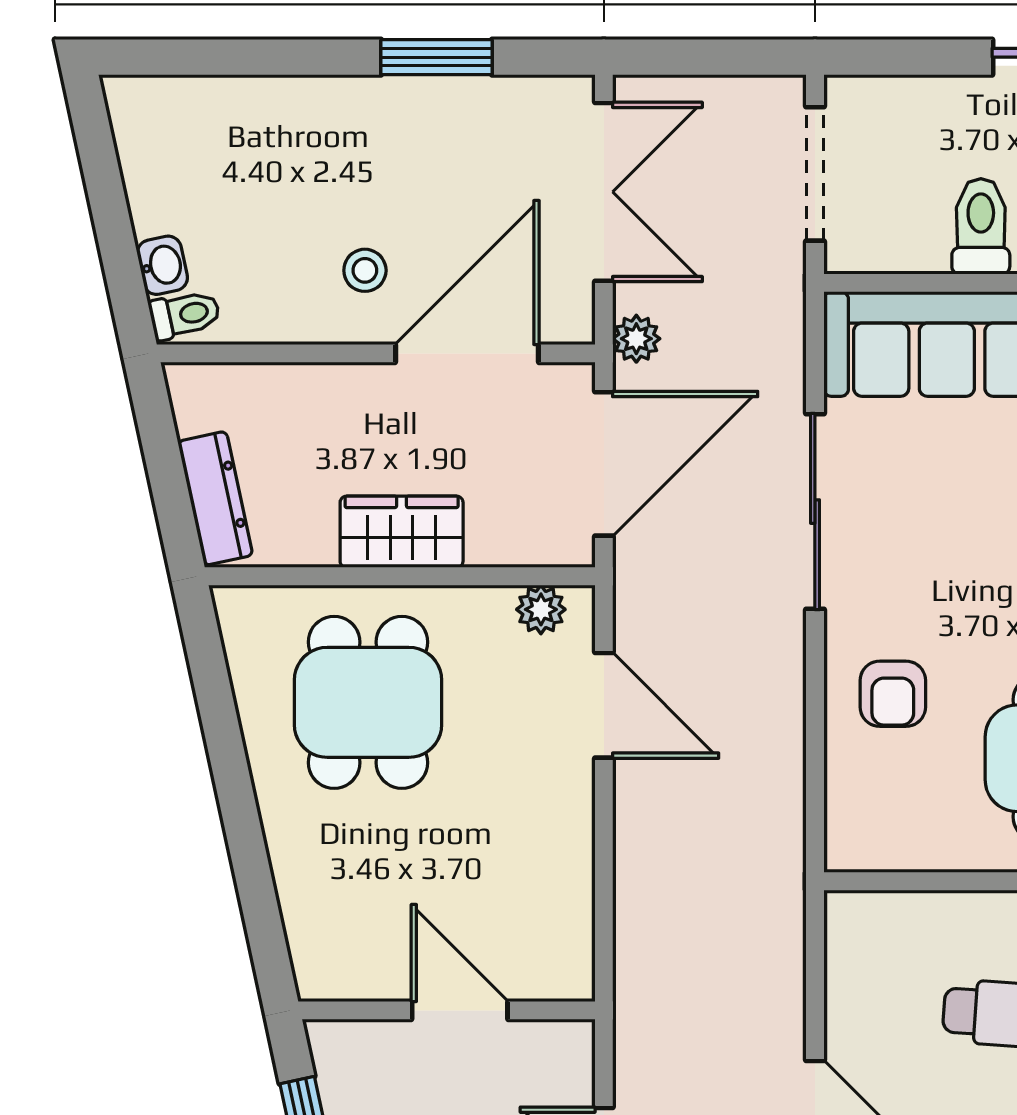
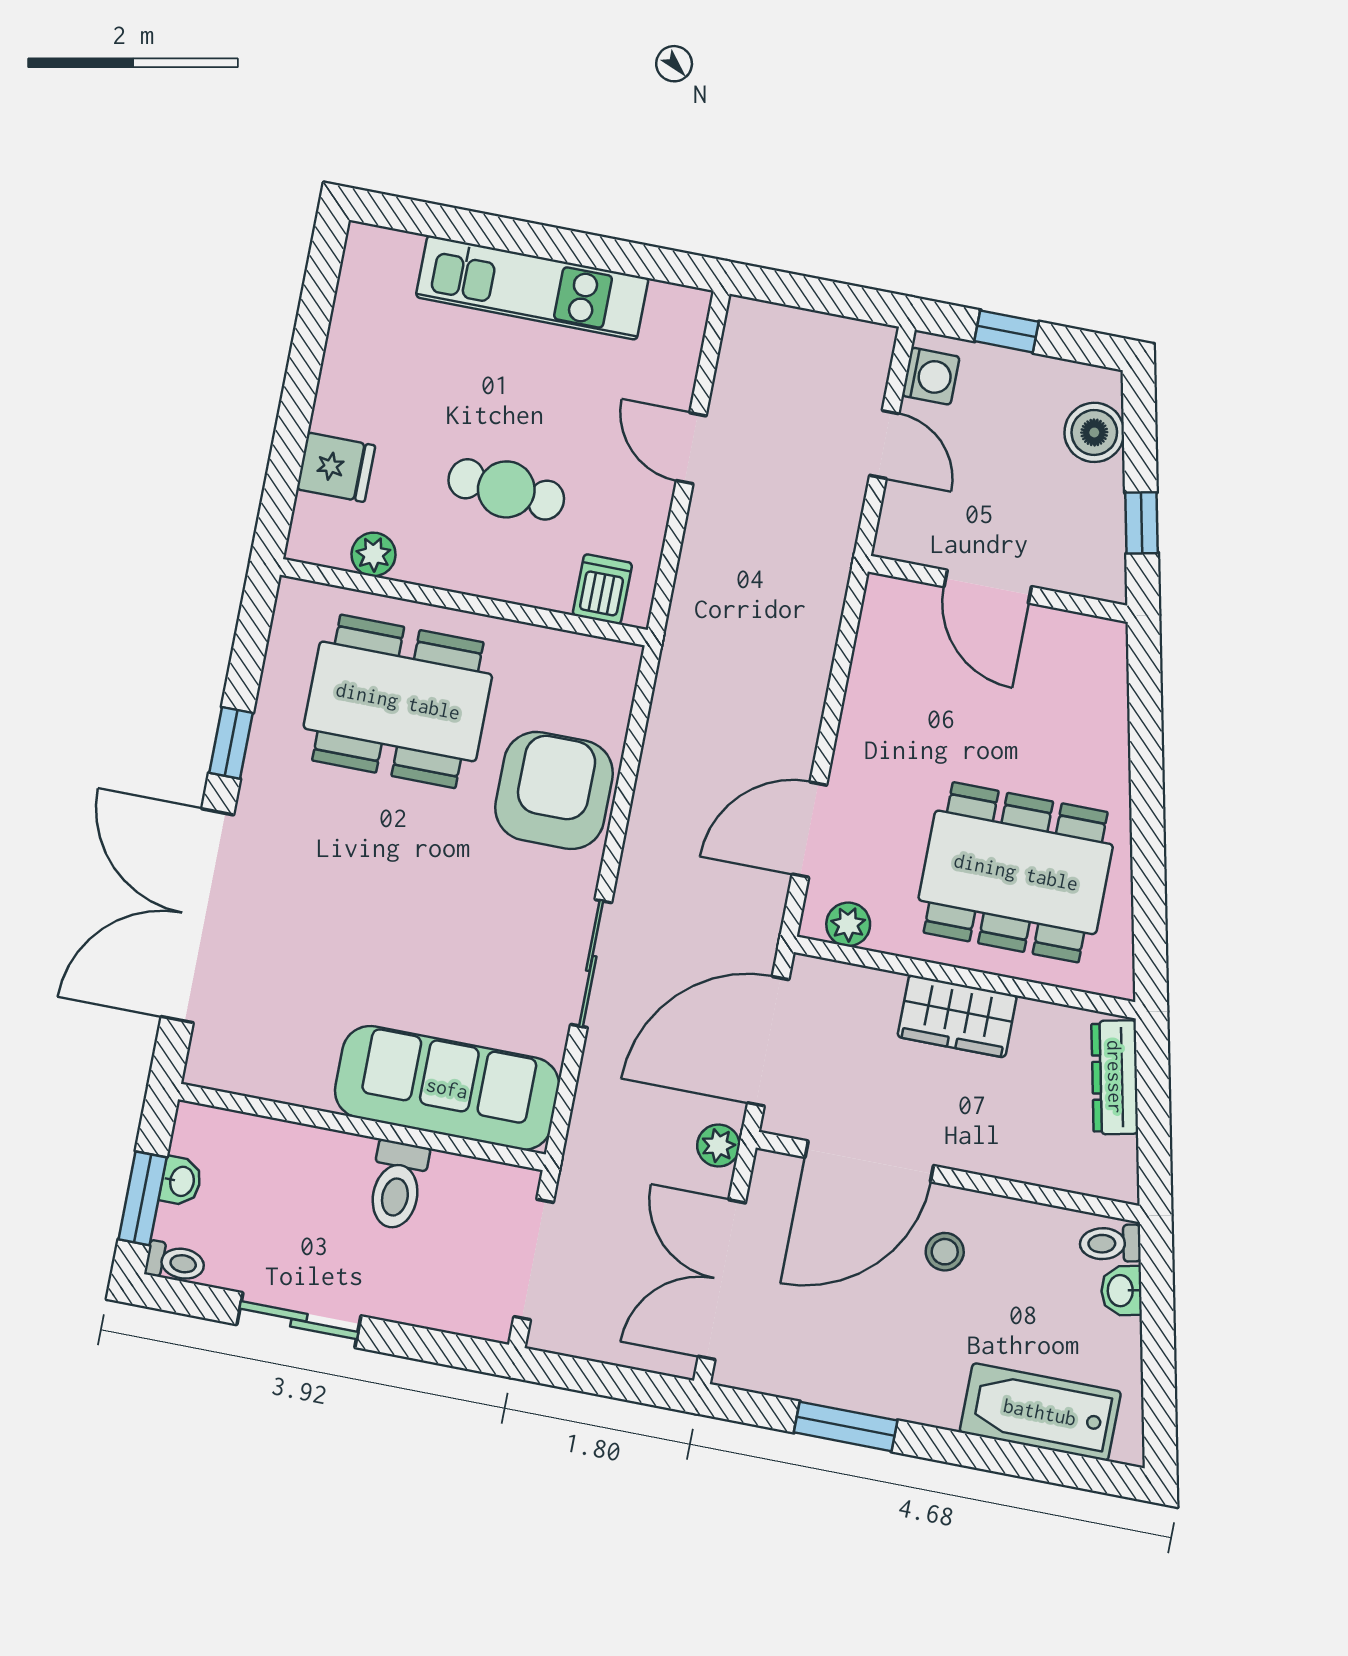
bathtub: (226, 115) -> (1040, 1412), added
sliding door: (815, 512) -> (591, 963), width x0.73
armchair: (893, 694) -> (554, 790), width x1.88, depth x1.88
dining table: (368, 702) -> (1016, 872), width x1.38
door: (604, 705) -> (809, 830), hinge flipped
dishwasher: (883, 925) -> (602, 589), added

